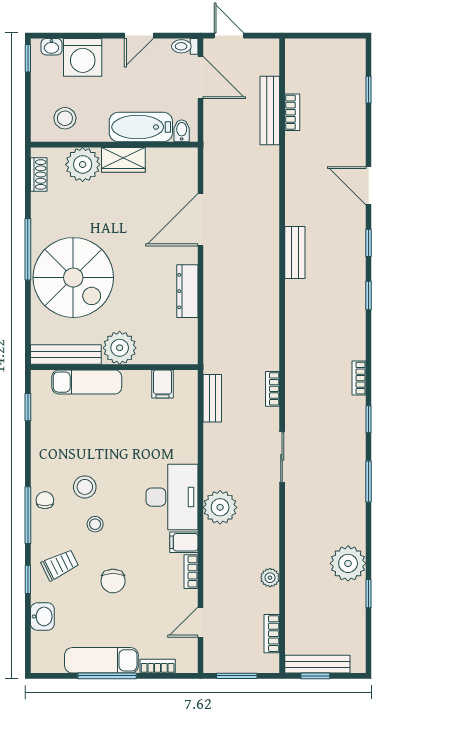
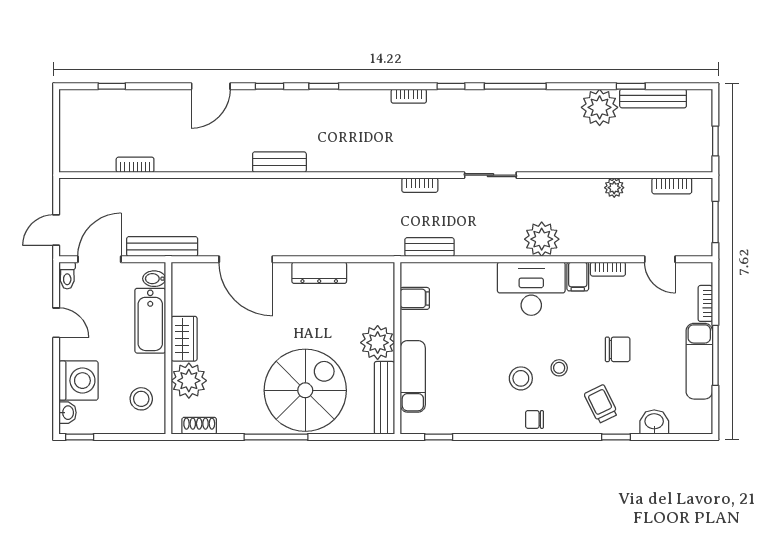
bench: (270, 111) -> (162, 247), moved
window: (369, 482) -> (515, 86), width x1.44
window: (28, 515) -> (550, 437), removed
bench: (317, 664) -> (653, 98), moved, turned 90

